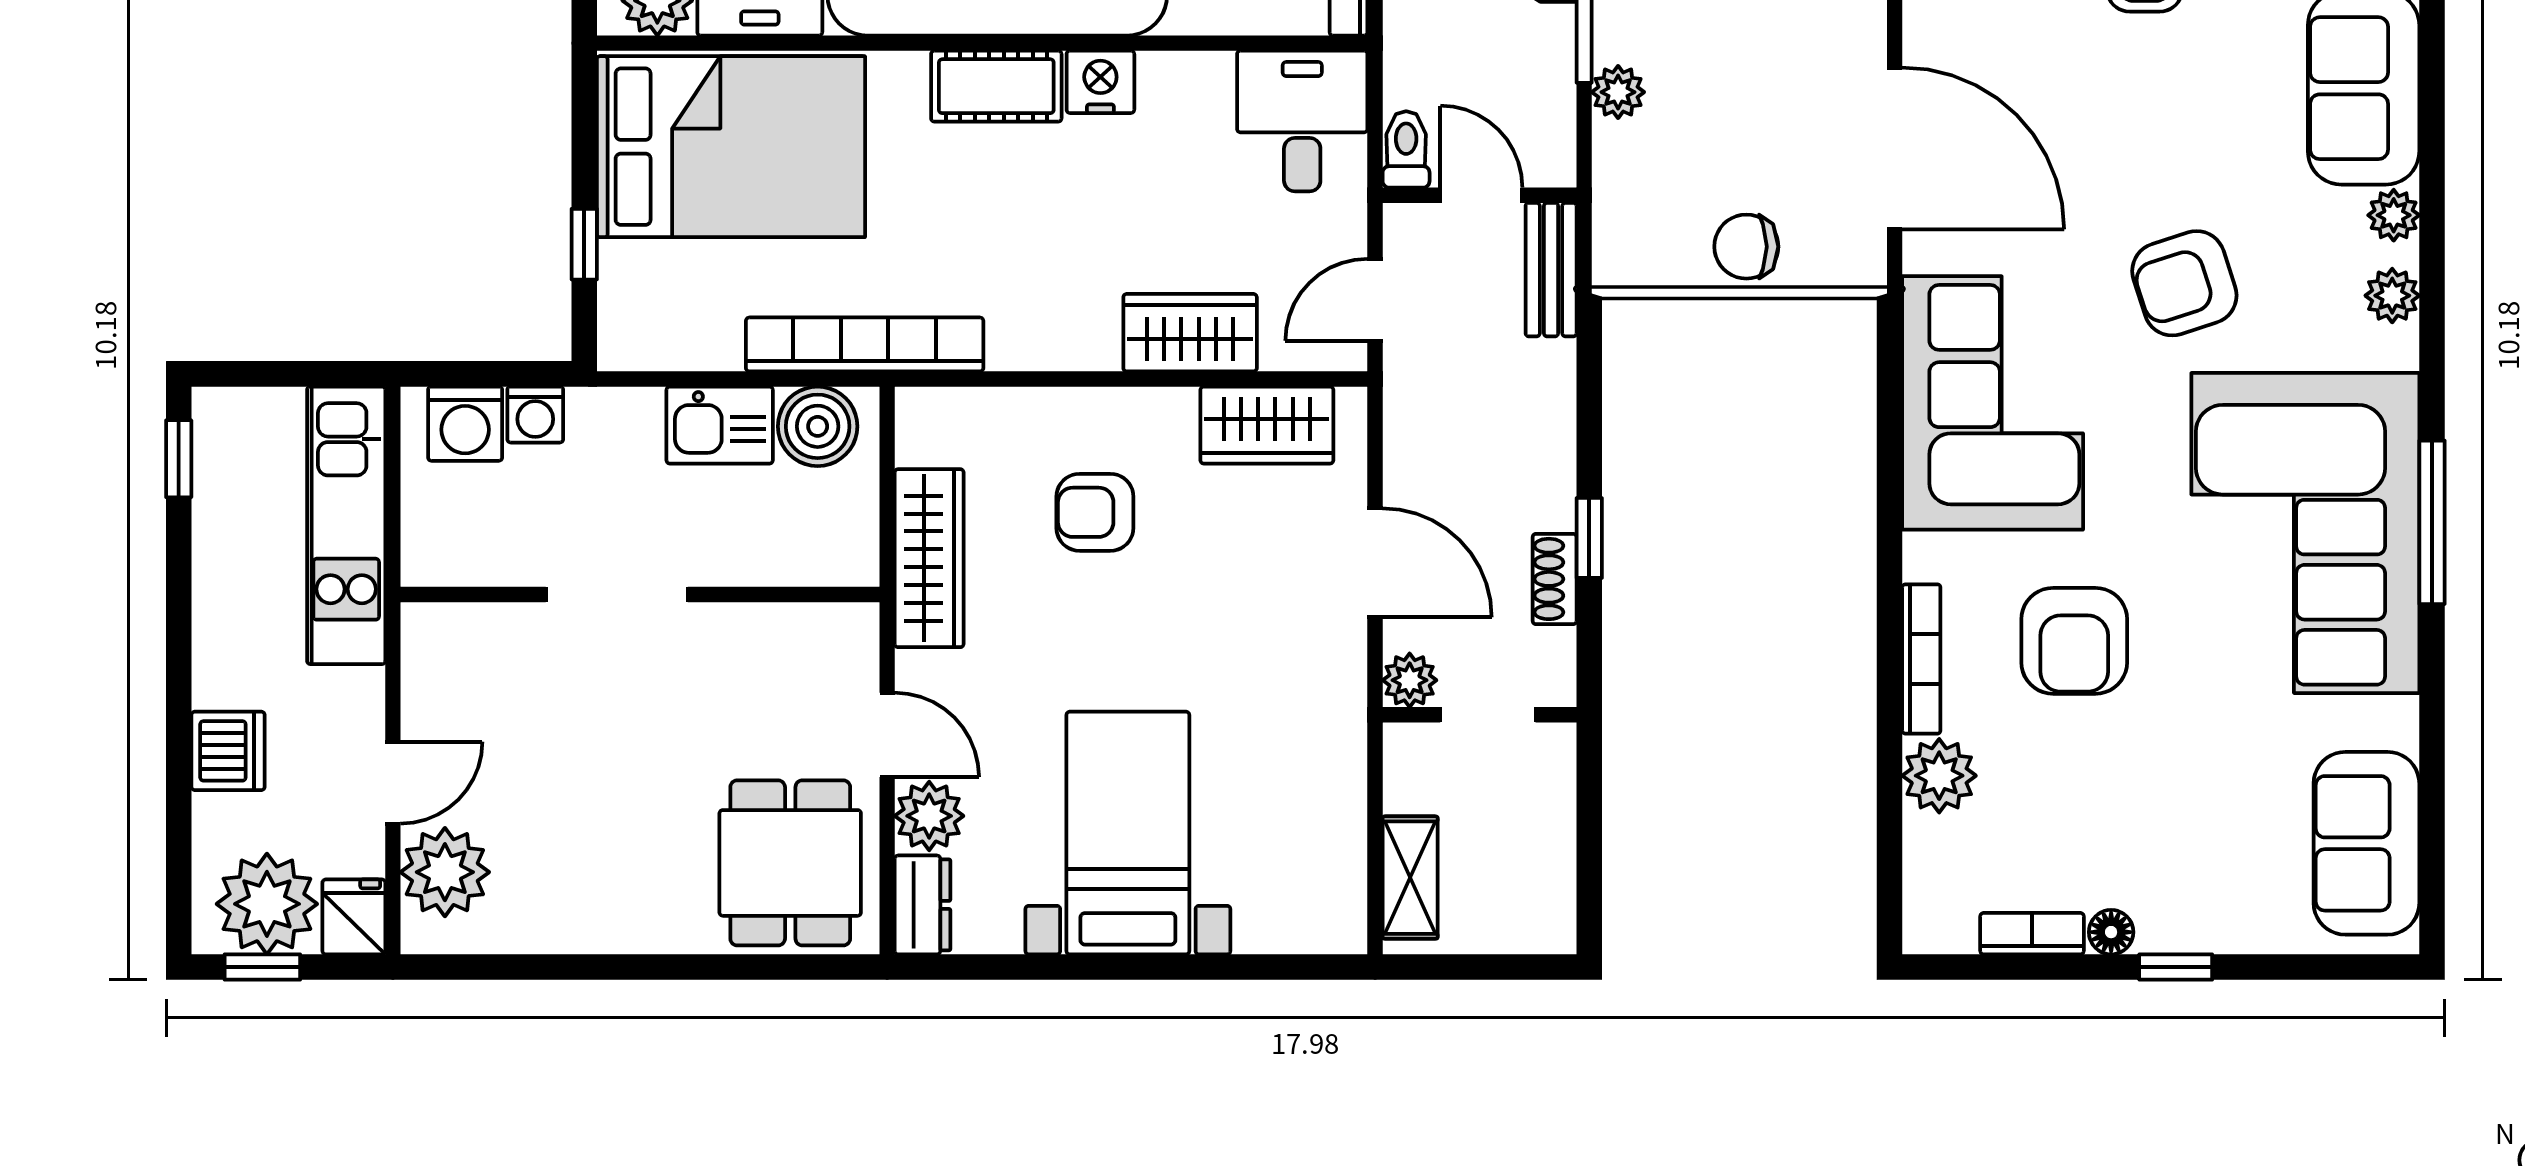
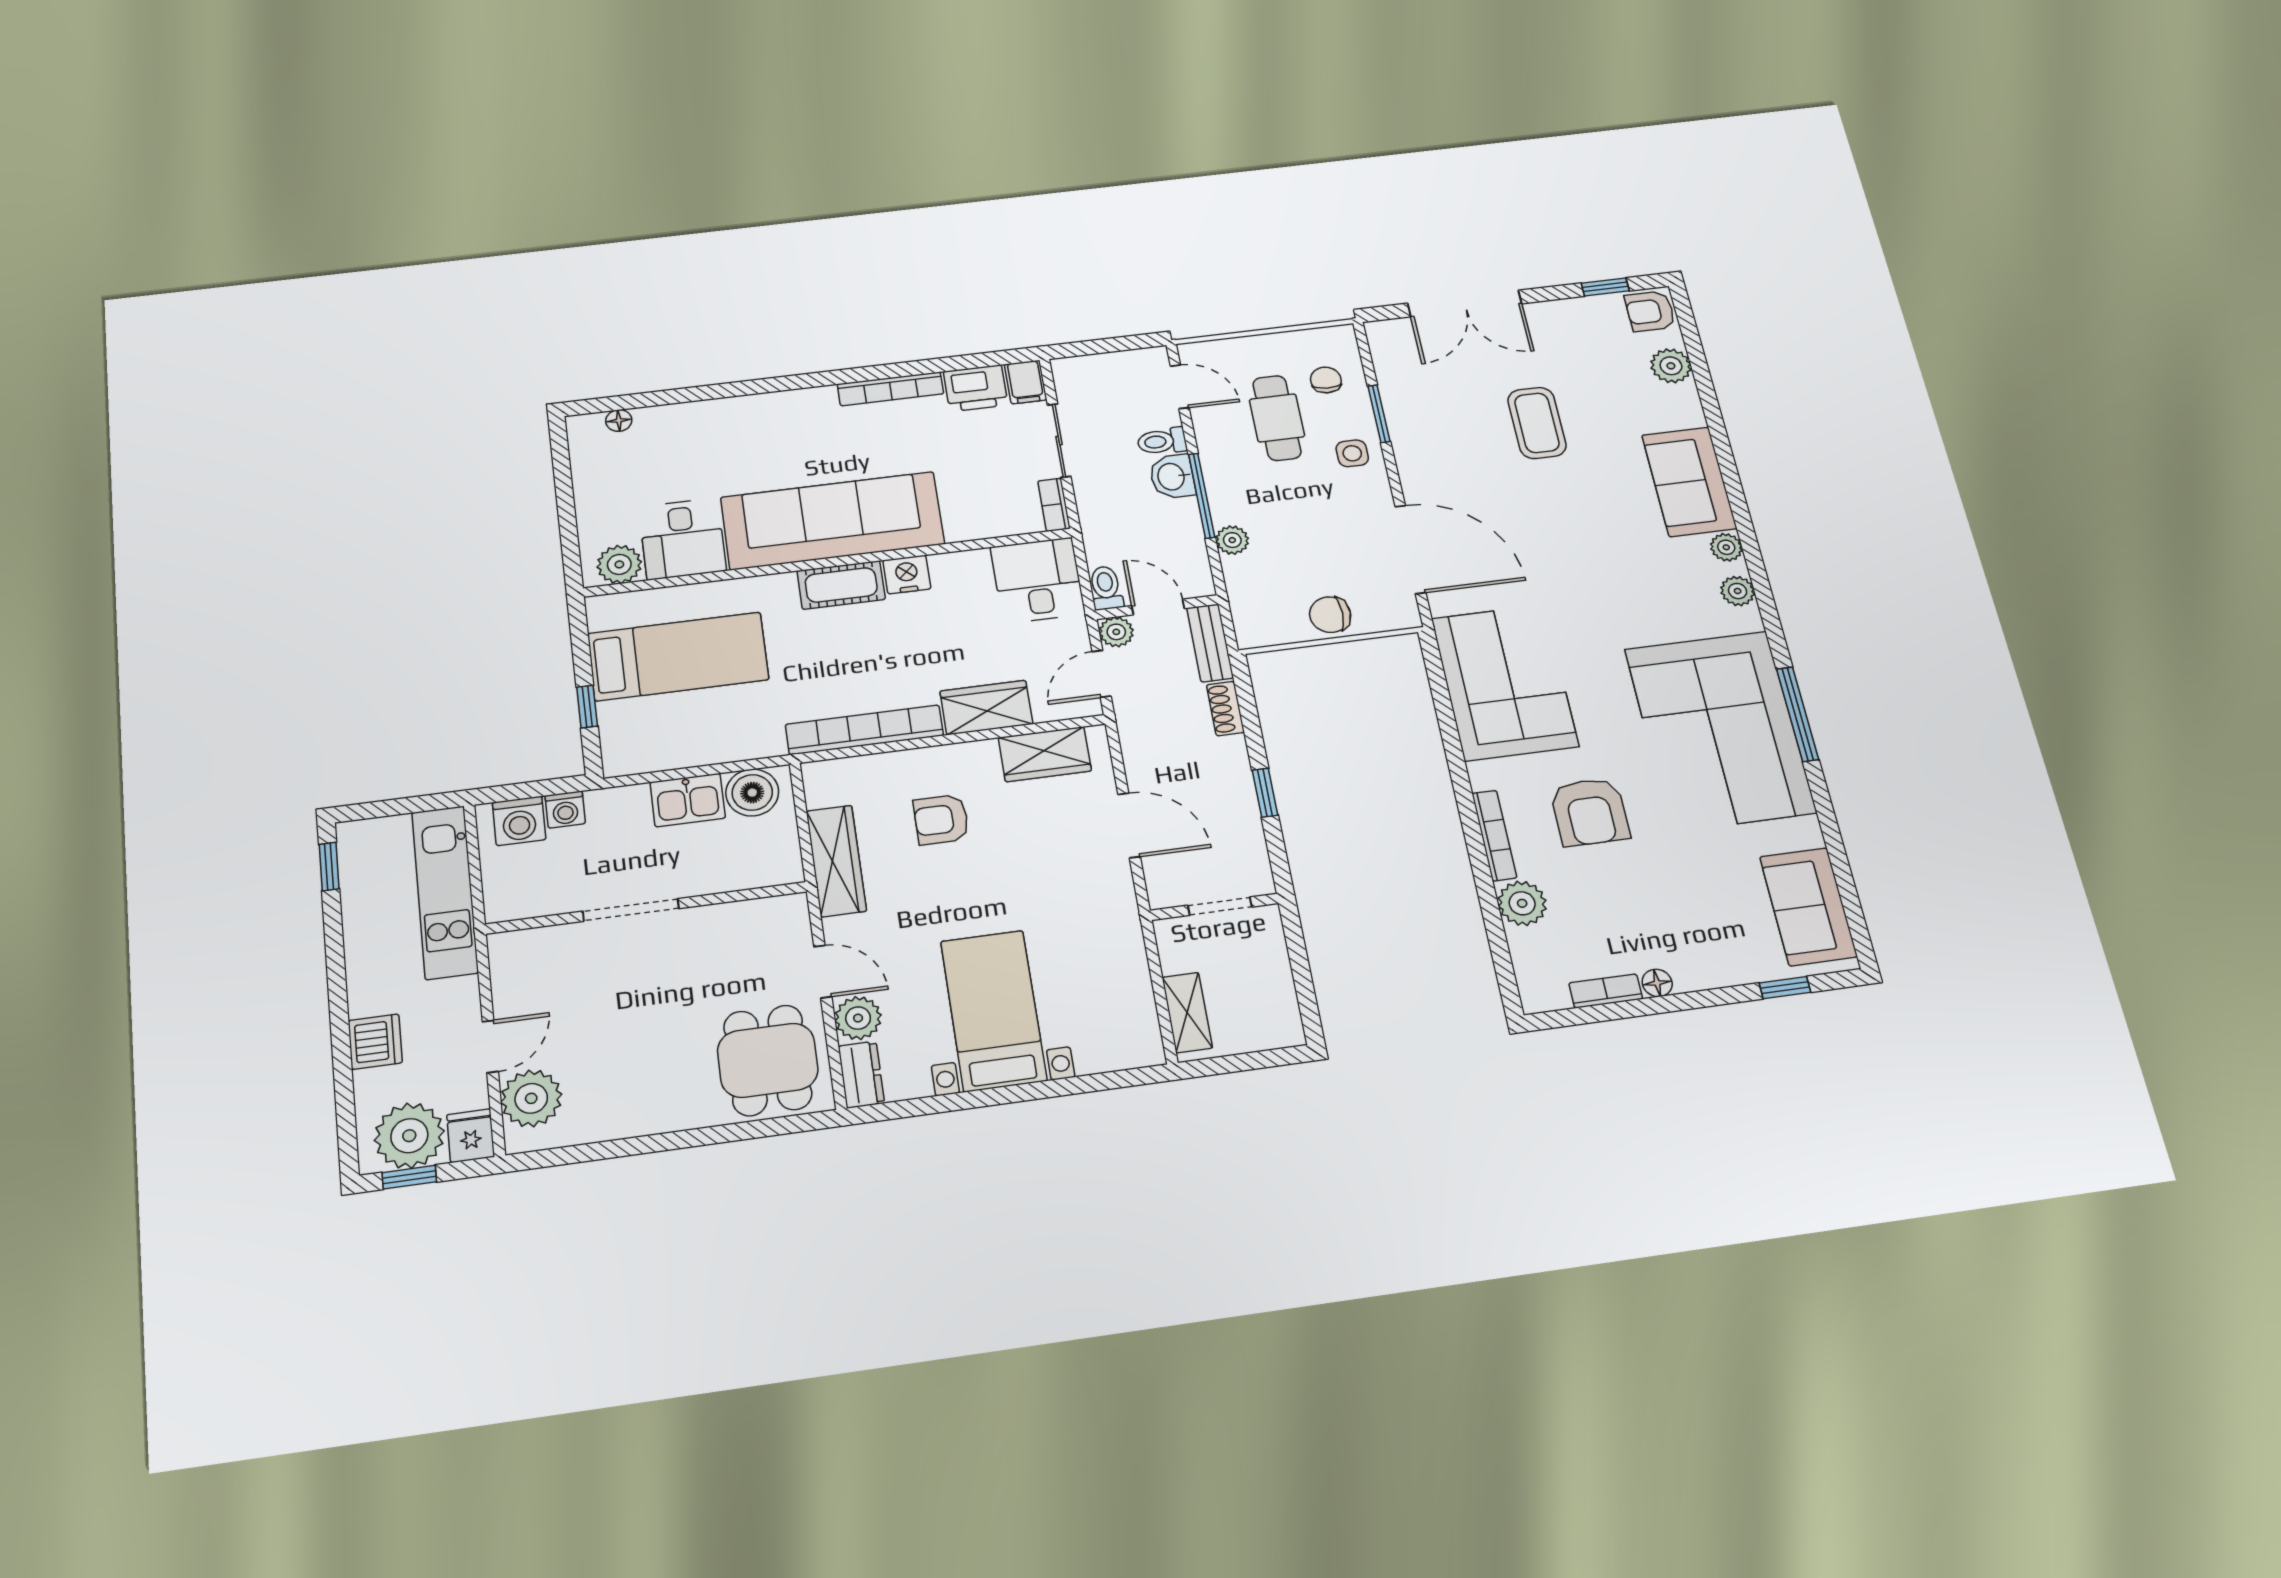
bed: (731, 147) -> (678, 657), width x0.67
armchair: (2184, 283) -> (1608, 600), removed
bookcase: (865, 344) -> (864, 730), moved
shoe rack: (1555, 579) -> (1225, 709), moved
plant: (1410, 680) -> (1116, 632), moved
window: (2176, 967) -> (1785, 988), moved

